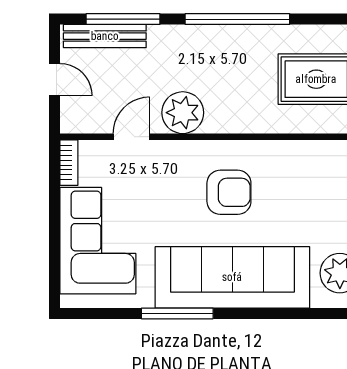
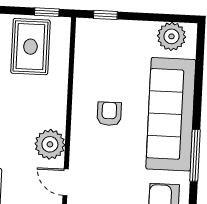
armchair: (229, 192) -> (109, 114), width x0.72, depth x0.72

